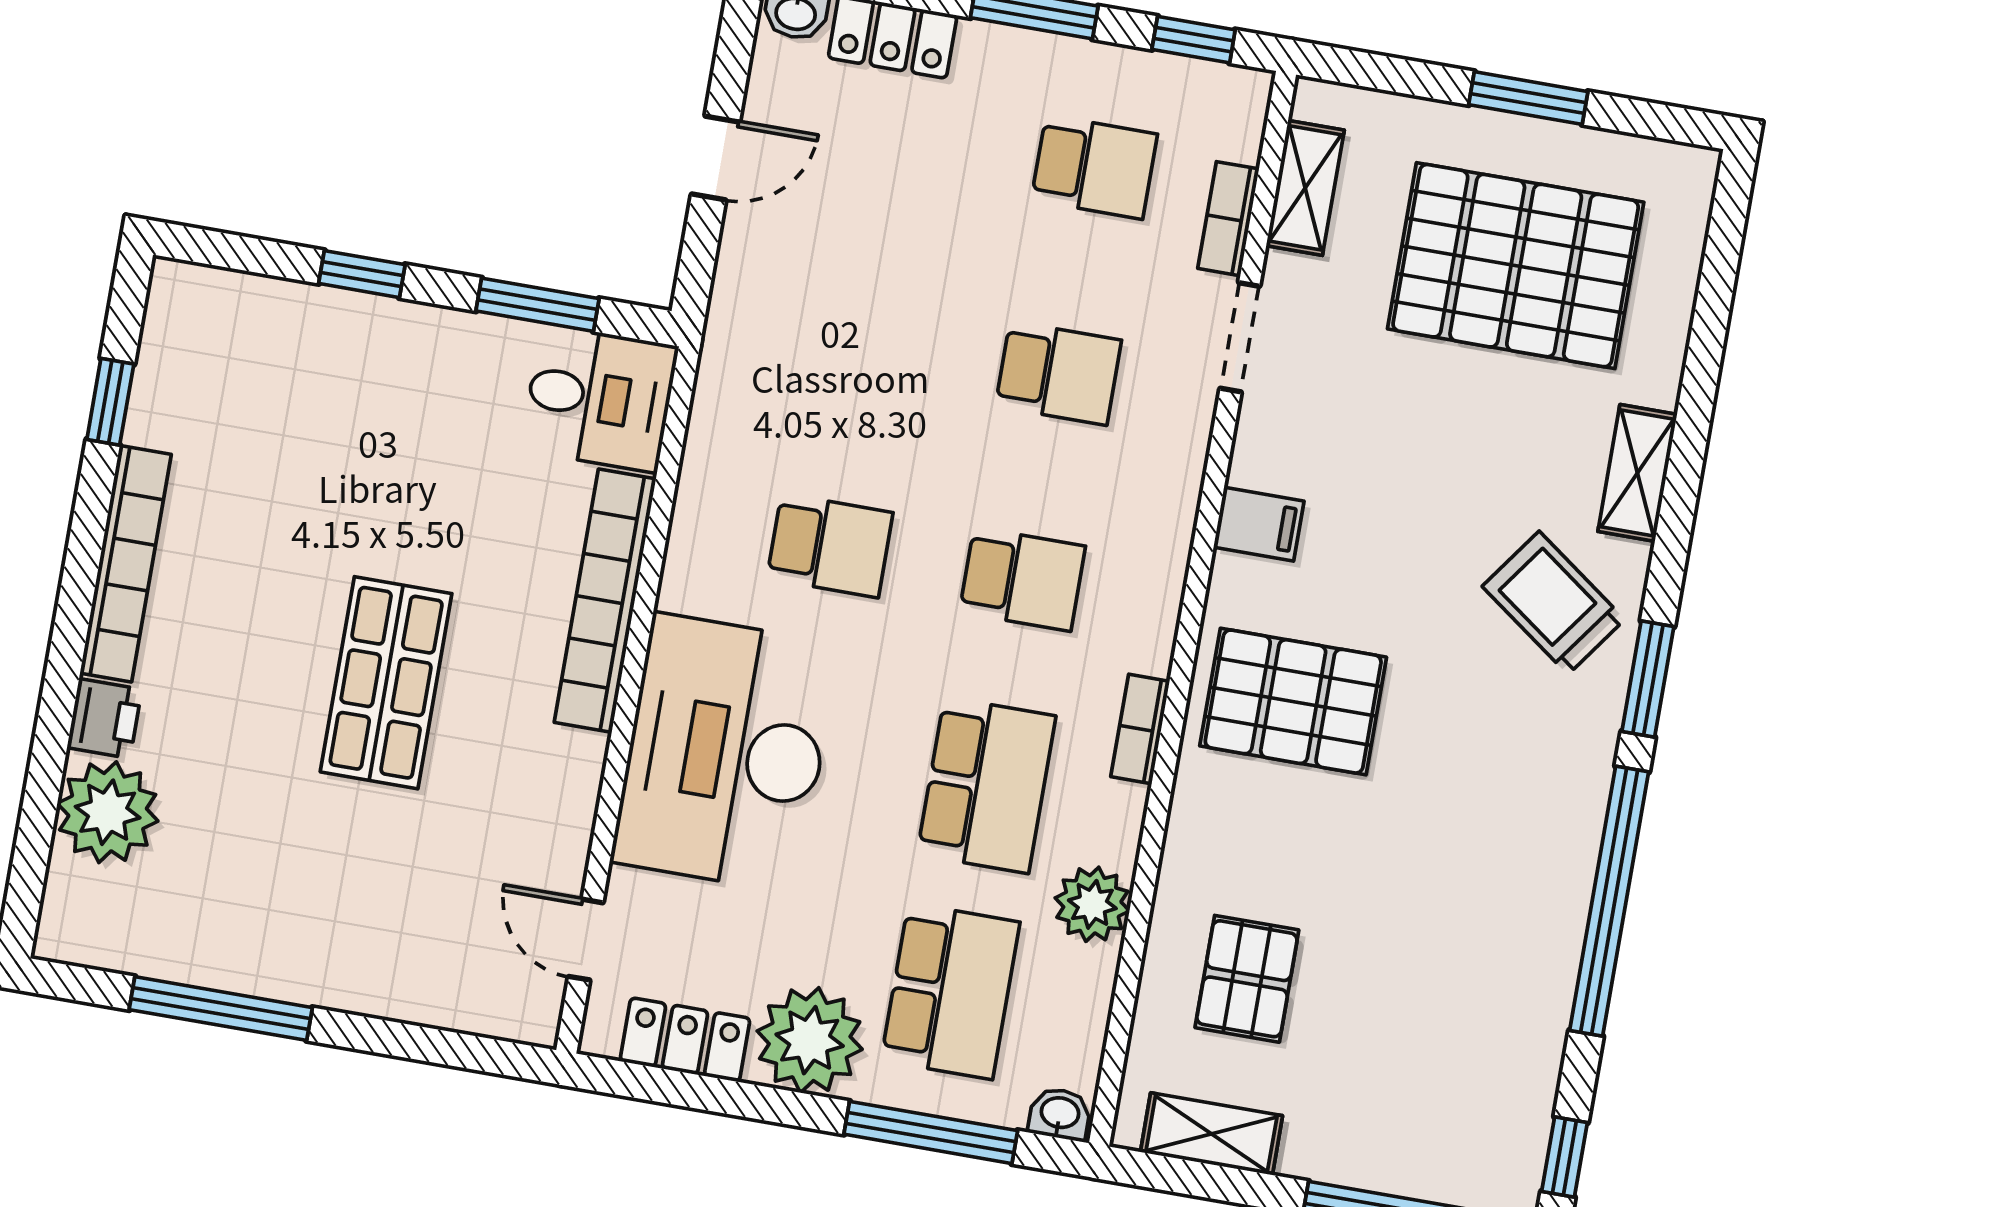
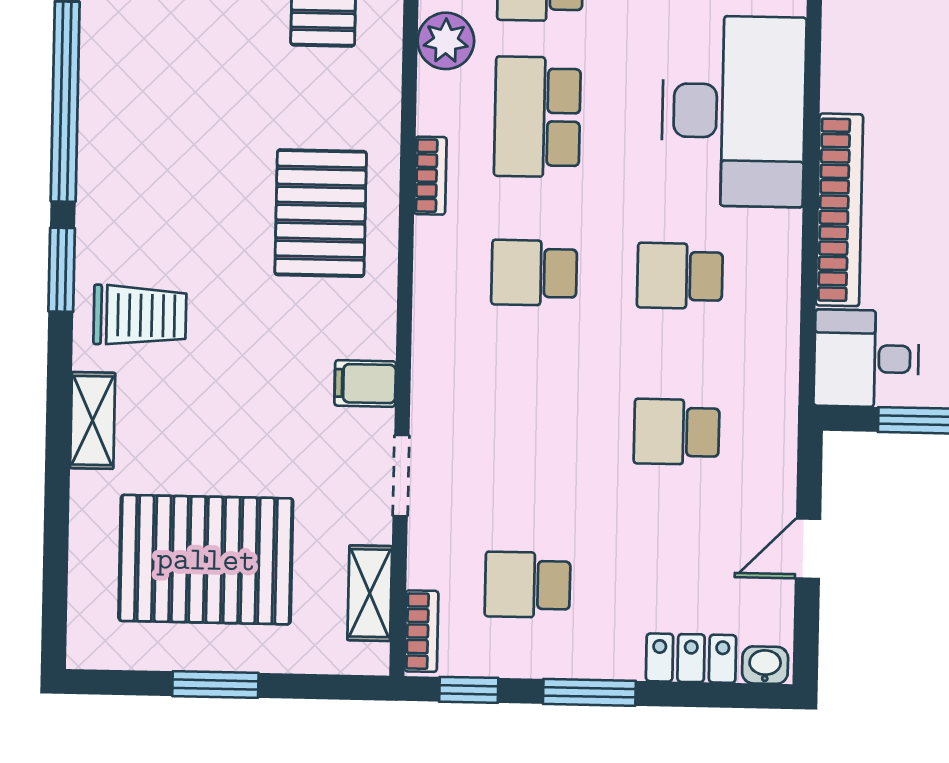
bookcase: (1228, 219) -> (421, 631), moved
school desk: (1058, 373) -> (677, 432), moved
filing cabinet: (1259, 524) -> (365, 383), moved
trolley: (1554, 603) -> (140, 315), turned -36
pallet: (1293, 702) -> (321, 213), turned 90

